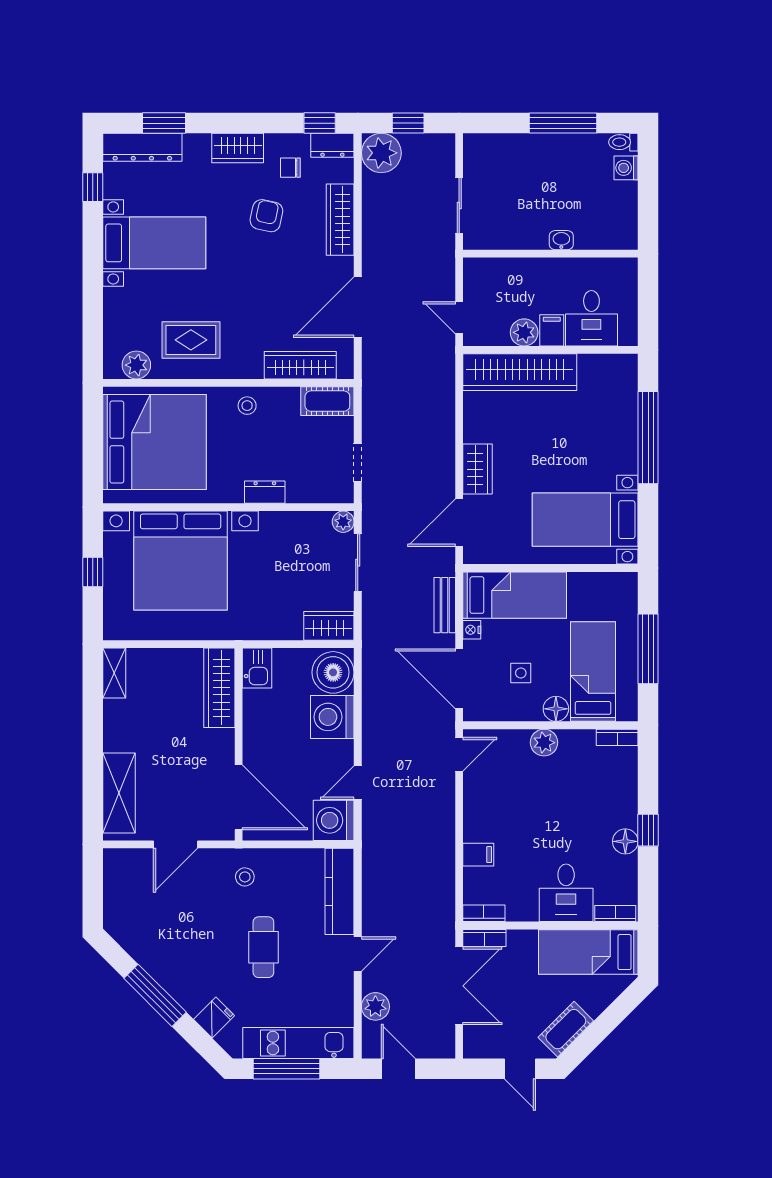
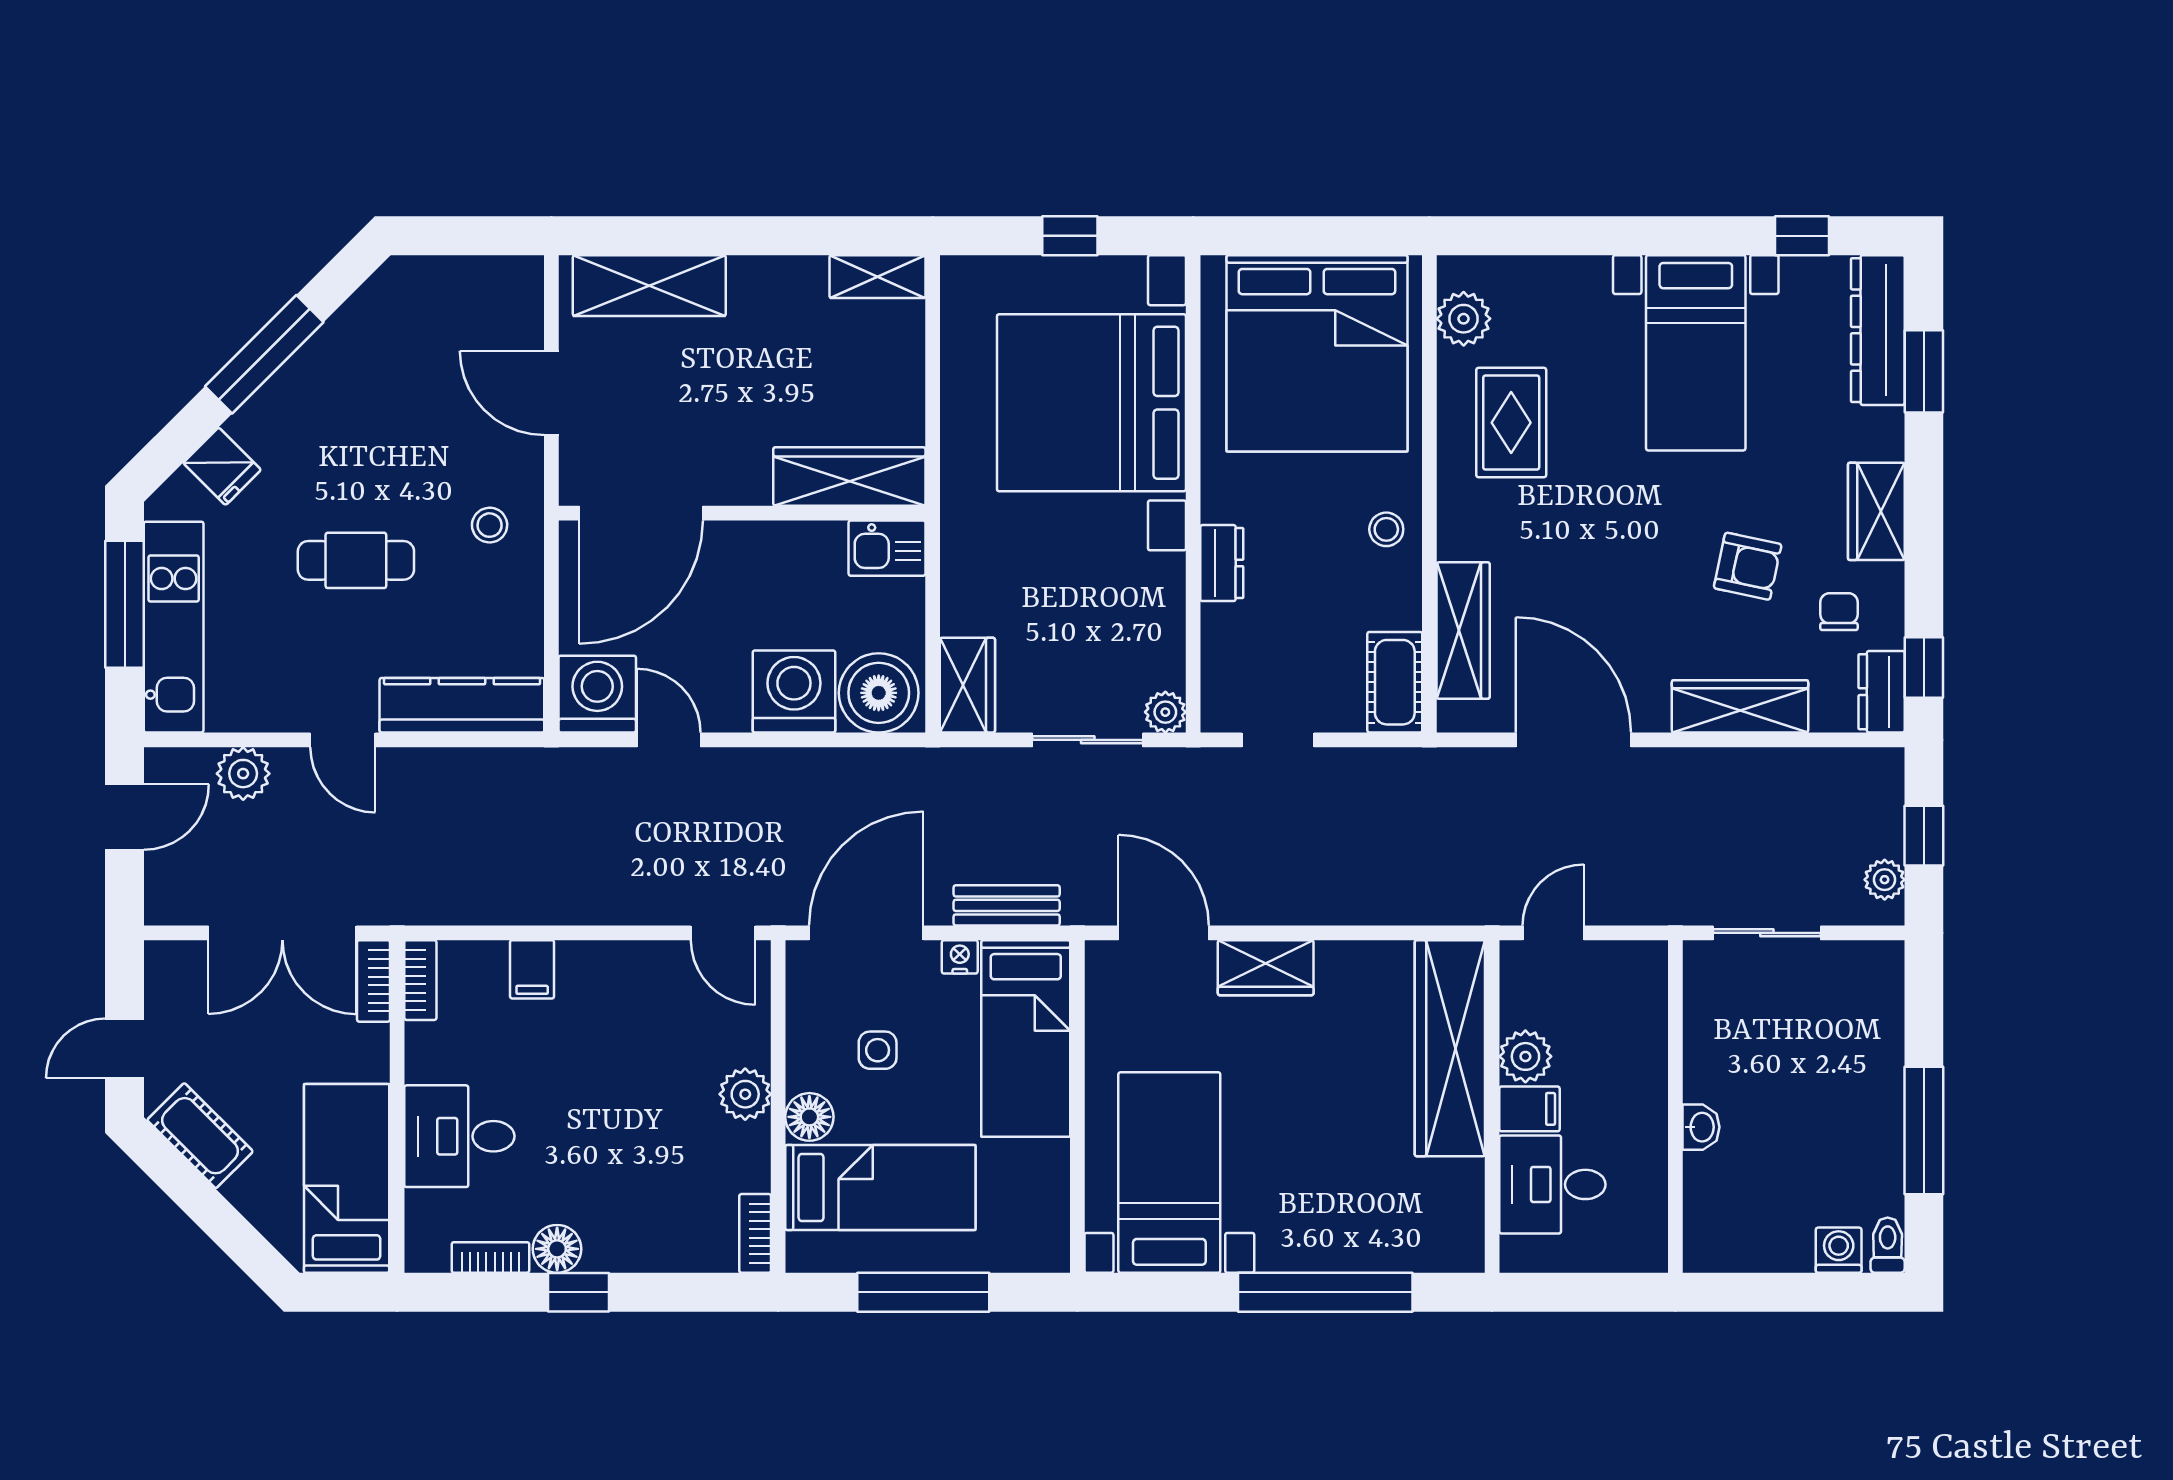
plant: (381, 153) -> (1885, 880), moved, width x0.53, depth x0.53
bookcase: (615, 914) -> (490, 1257), moved, turned -90

